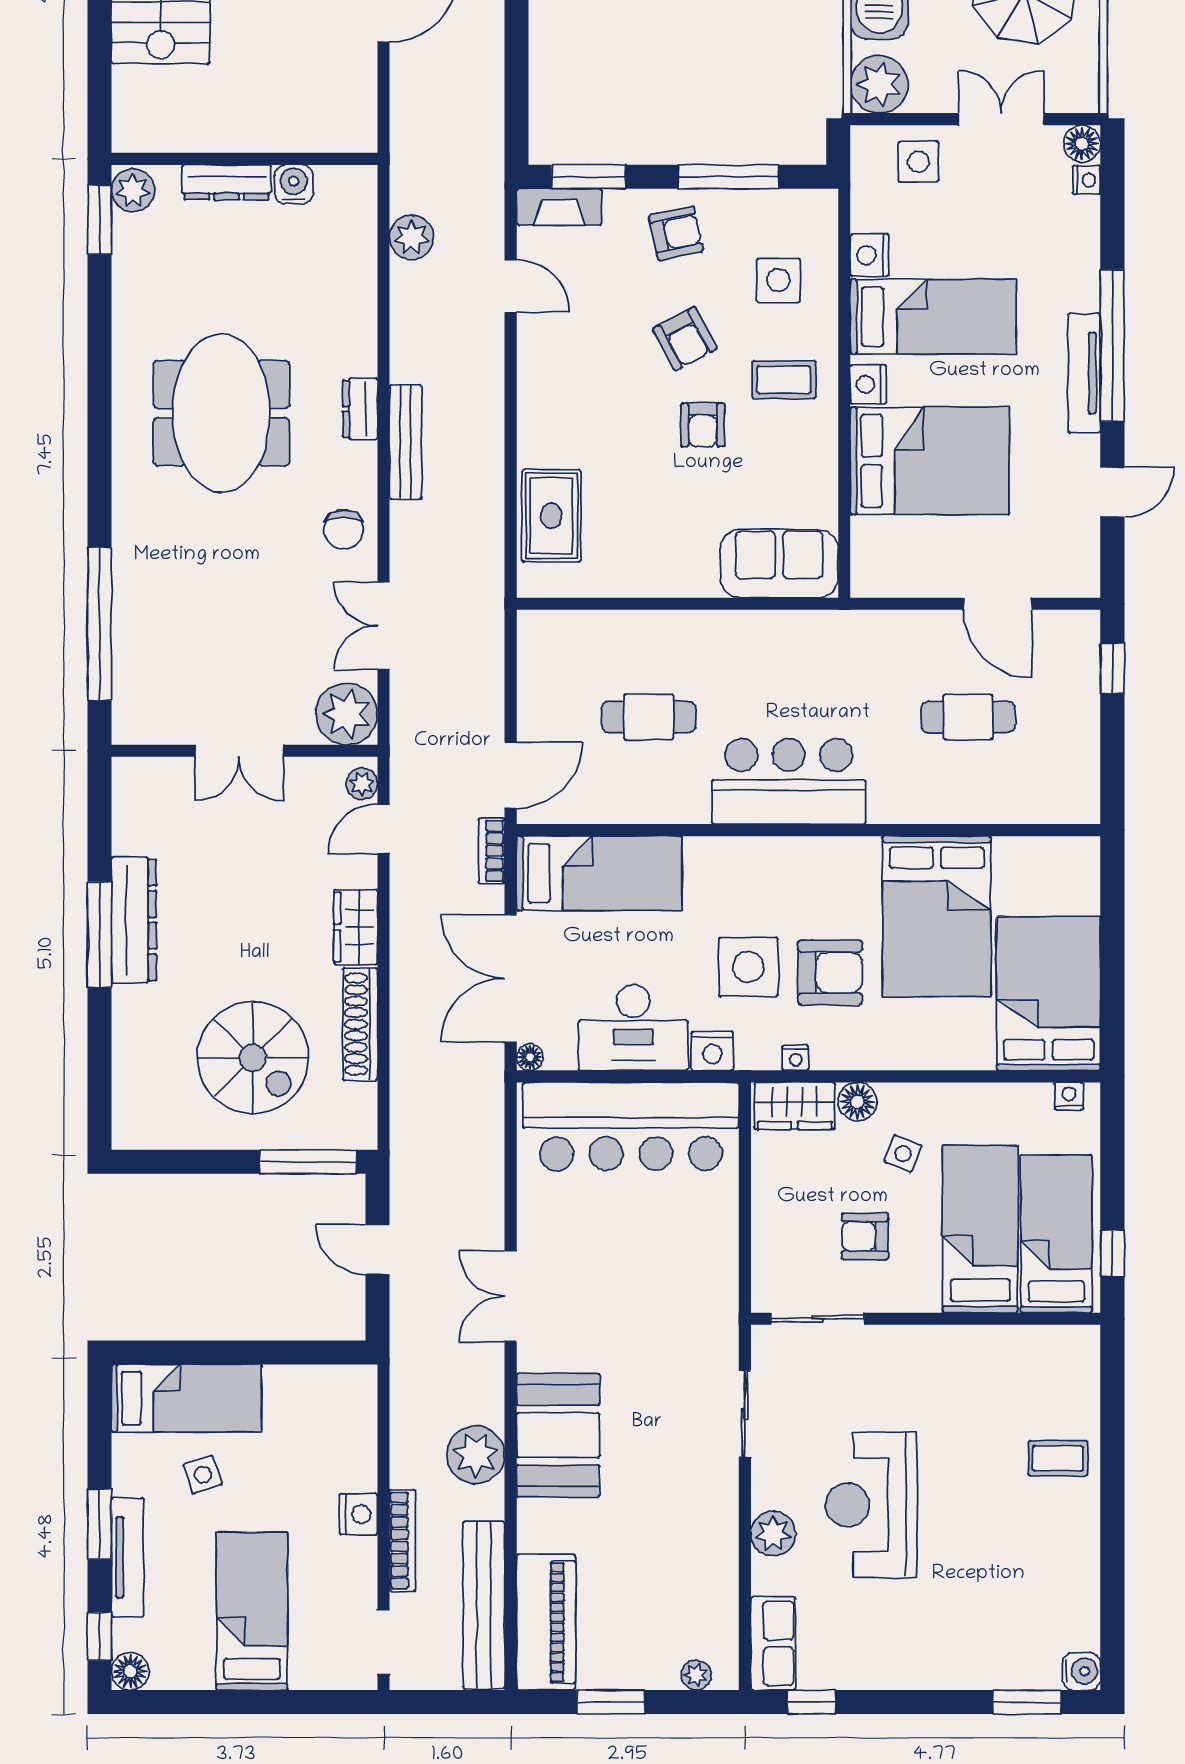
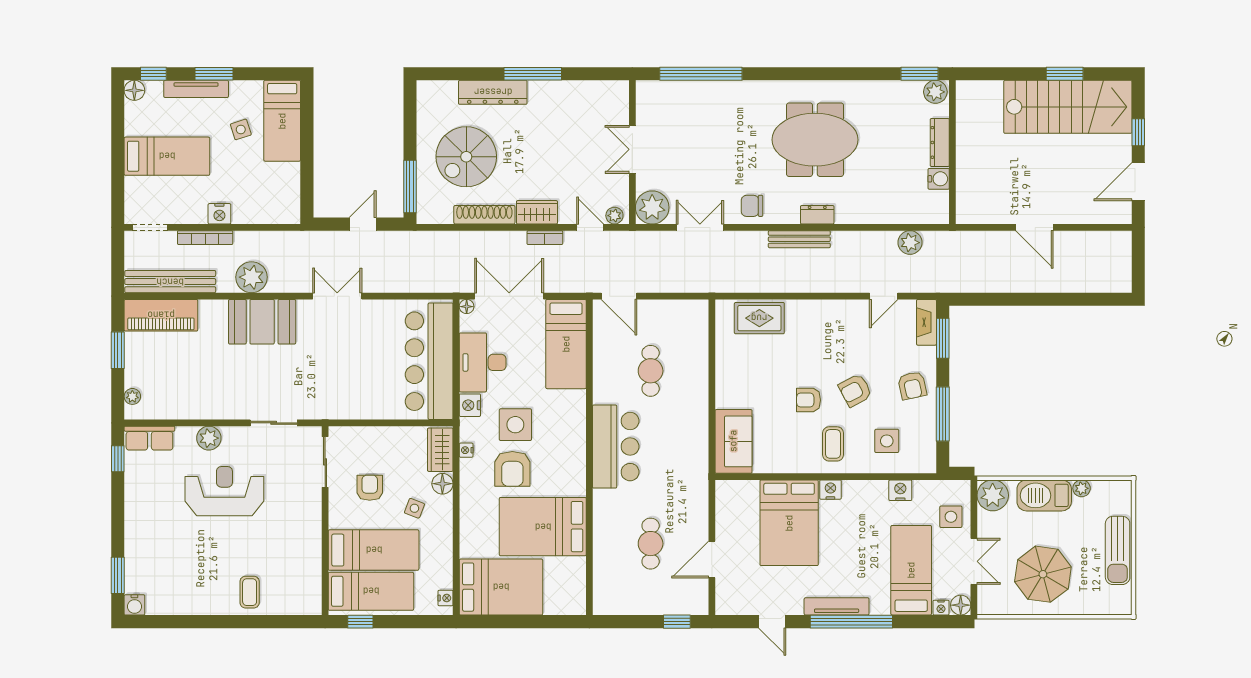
bed: (933, 317) -> (911, 570), moved, turned 180
bookcase: (492, 851) -> (545, 238), moved, turned 180
dresser: (134, 920) -> (493, 92), moved

